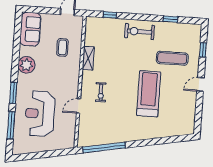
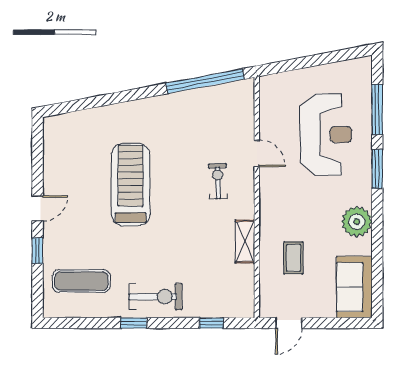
window: (170, 19) -> (133, 323), moved
window: (203, 50) -> (38, 251), moved
exercise mat: (172, 58) -> (81, 281), moved
treadmill: (149, 94) -> (131, 185), turned 180
door: (78, 106) -> (257, 153), hinge flipped

